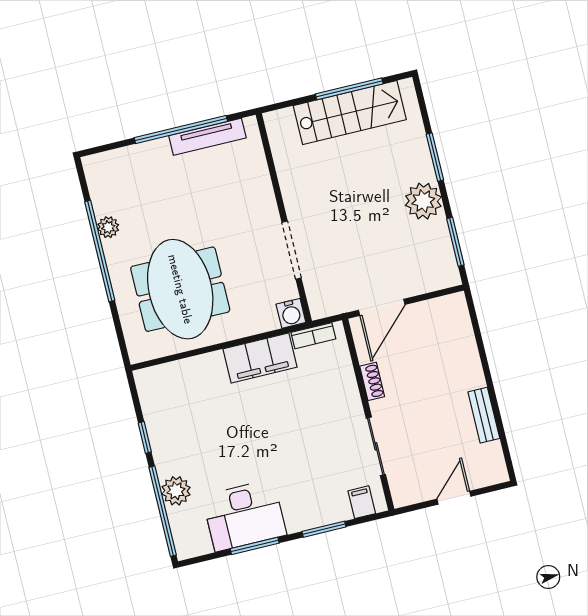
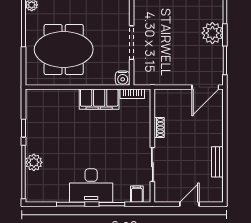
meeting table: (180, 289) -> (64, 49), turned 90
door: (382, 307) -> (205, 87), moved
desk: (244, 515) -> (91, 185), moved

